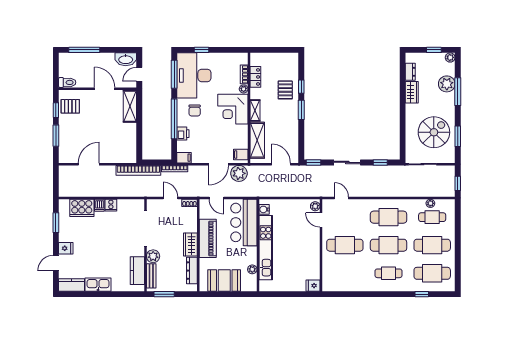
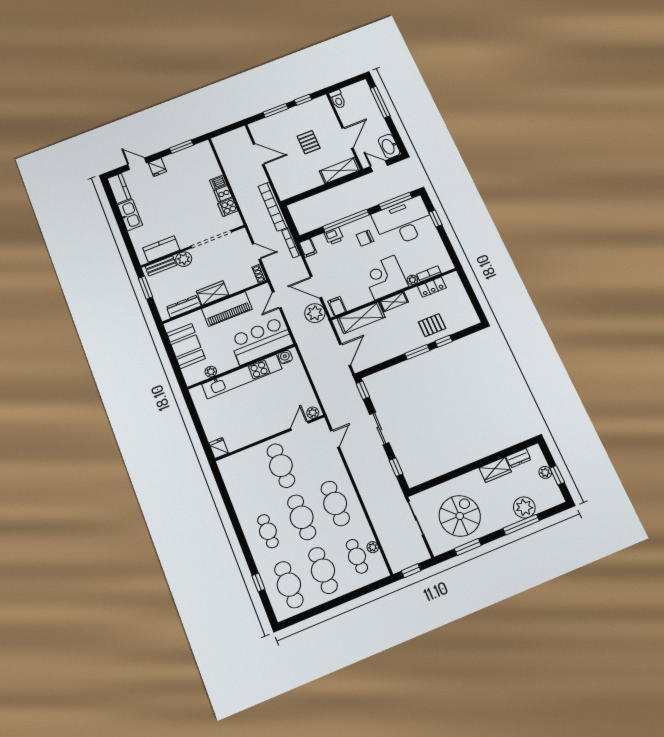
plant: (450, 57) -> (545, 472), moved
pallet: (70, 106) -> (309, 142), moved
spiral stairs: (434, 132) -> (460, 516), turned -90
door: (170, 198) -> (256, 252), hinge flipped
cooker: (82, 208) -> (228, 207), moved, width x0.53, depth x0.76

